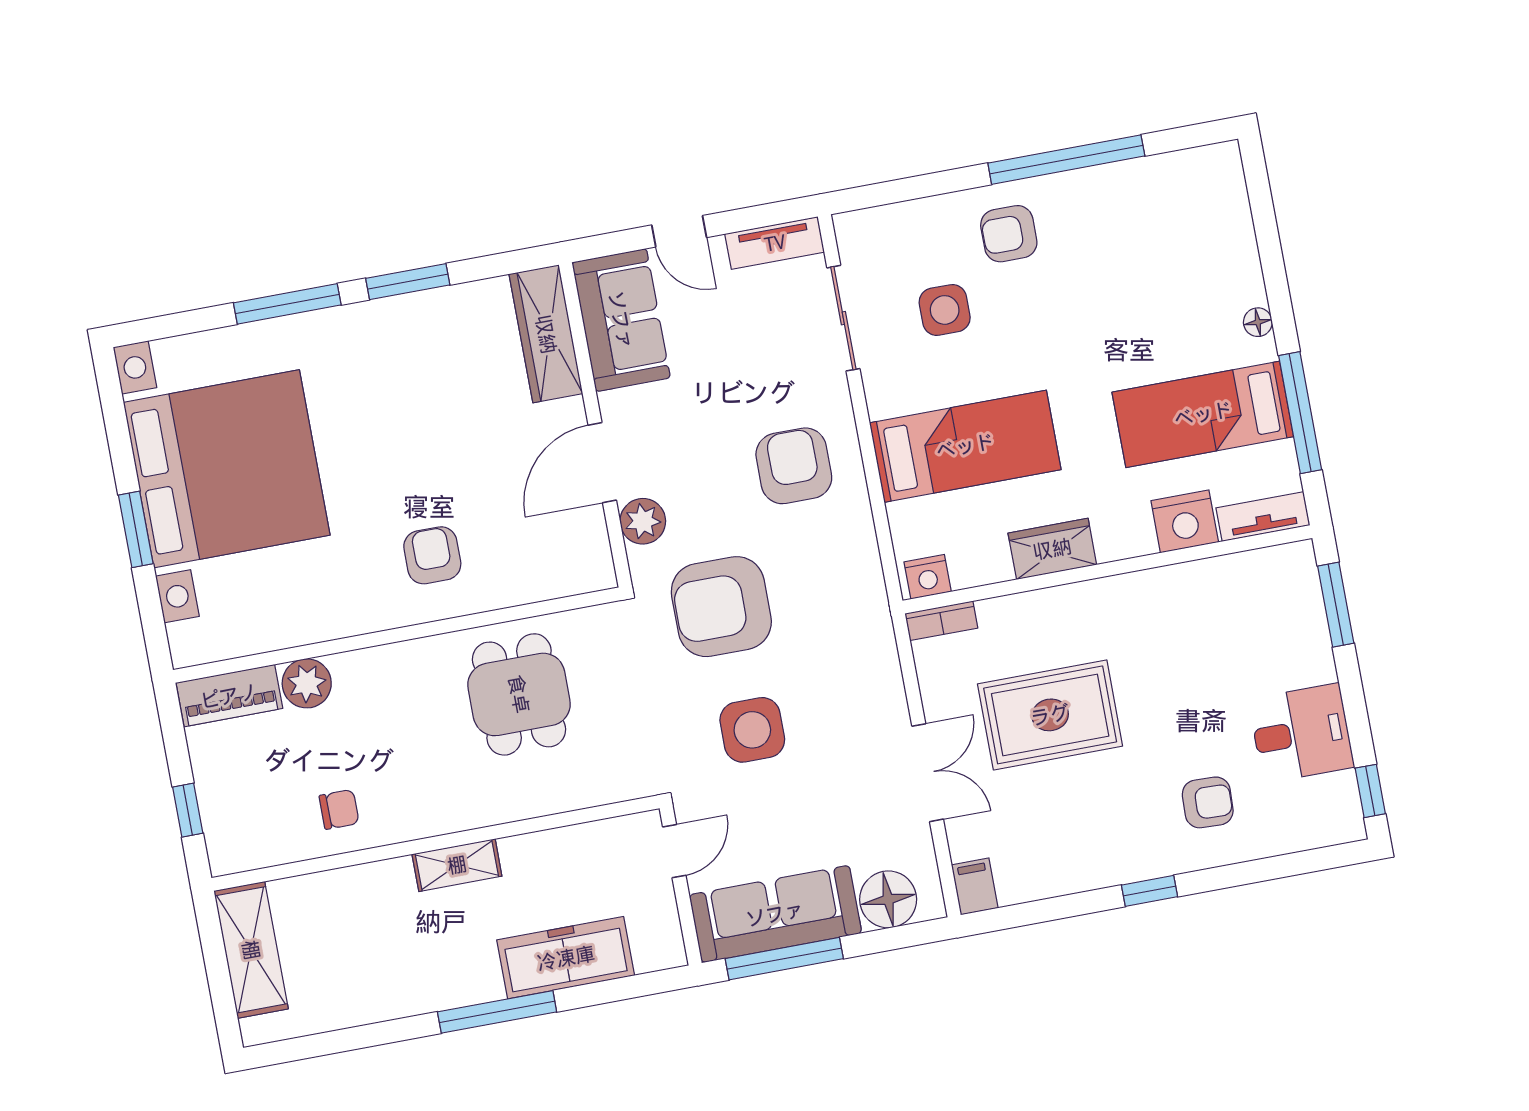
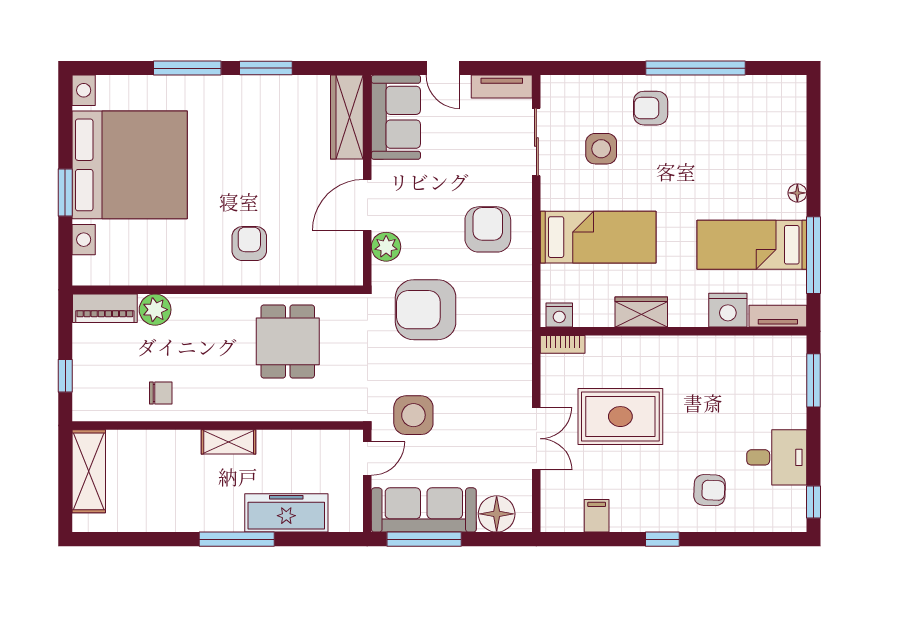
side table: (752, 730) -> (413, 415), moved
filing cabinet: (975, 886) -> (597, 516), moved

